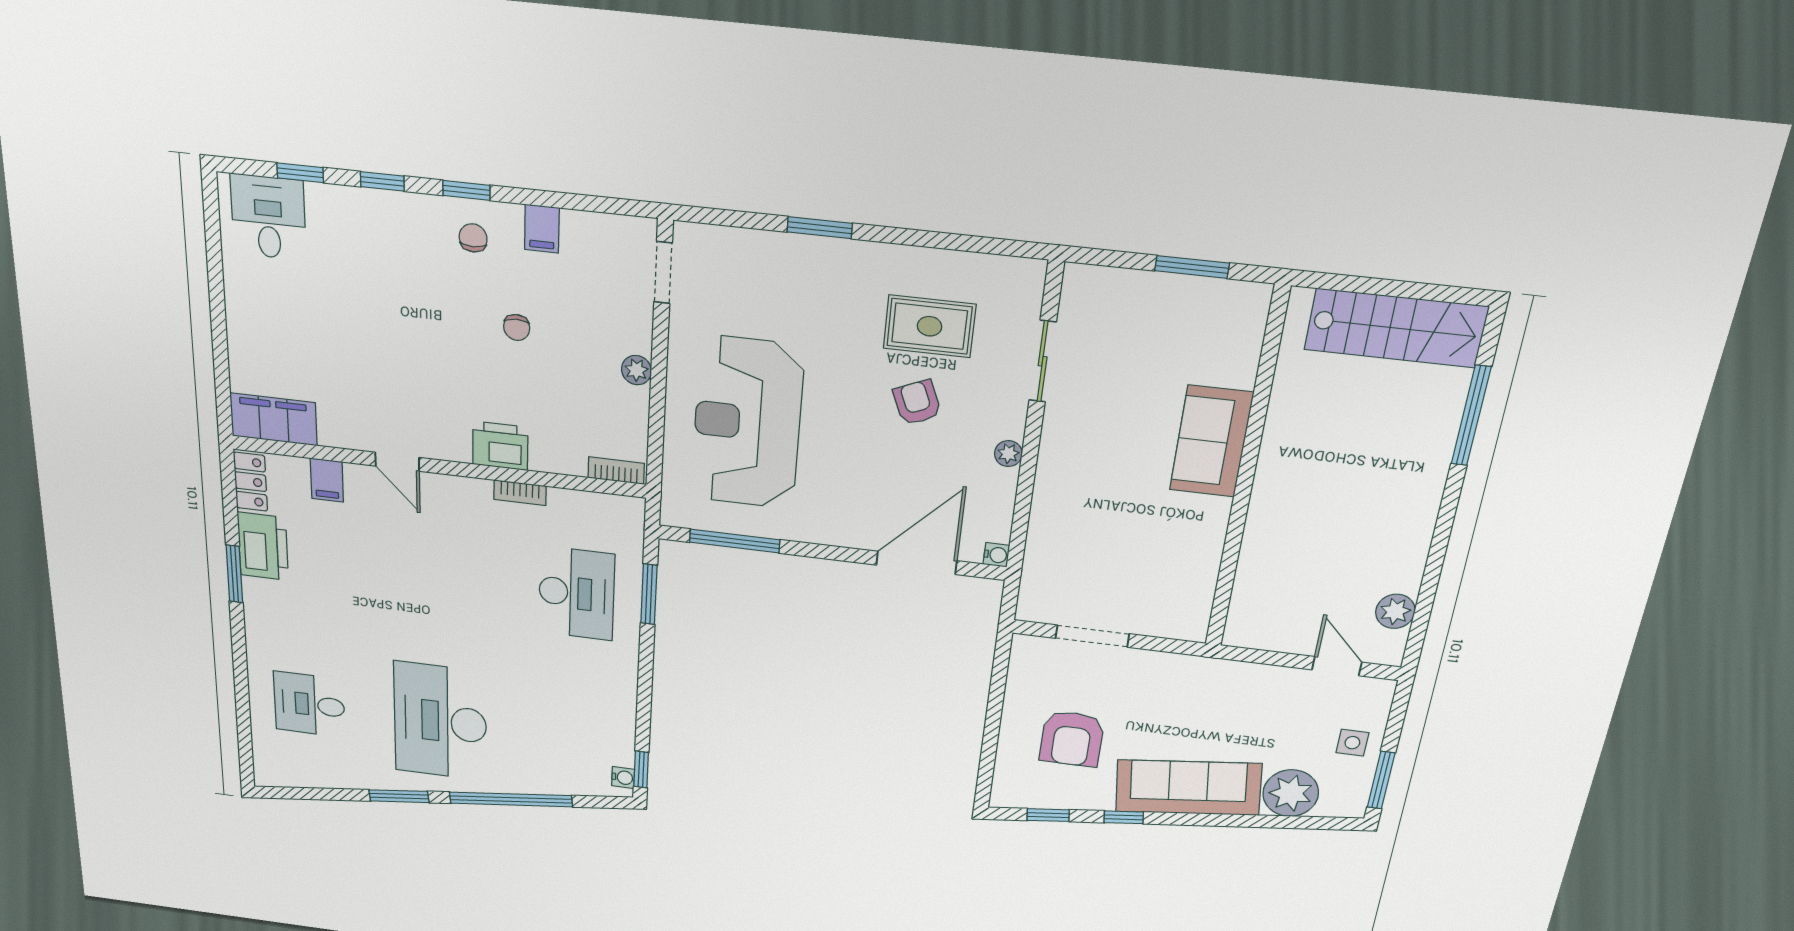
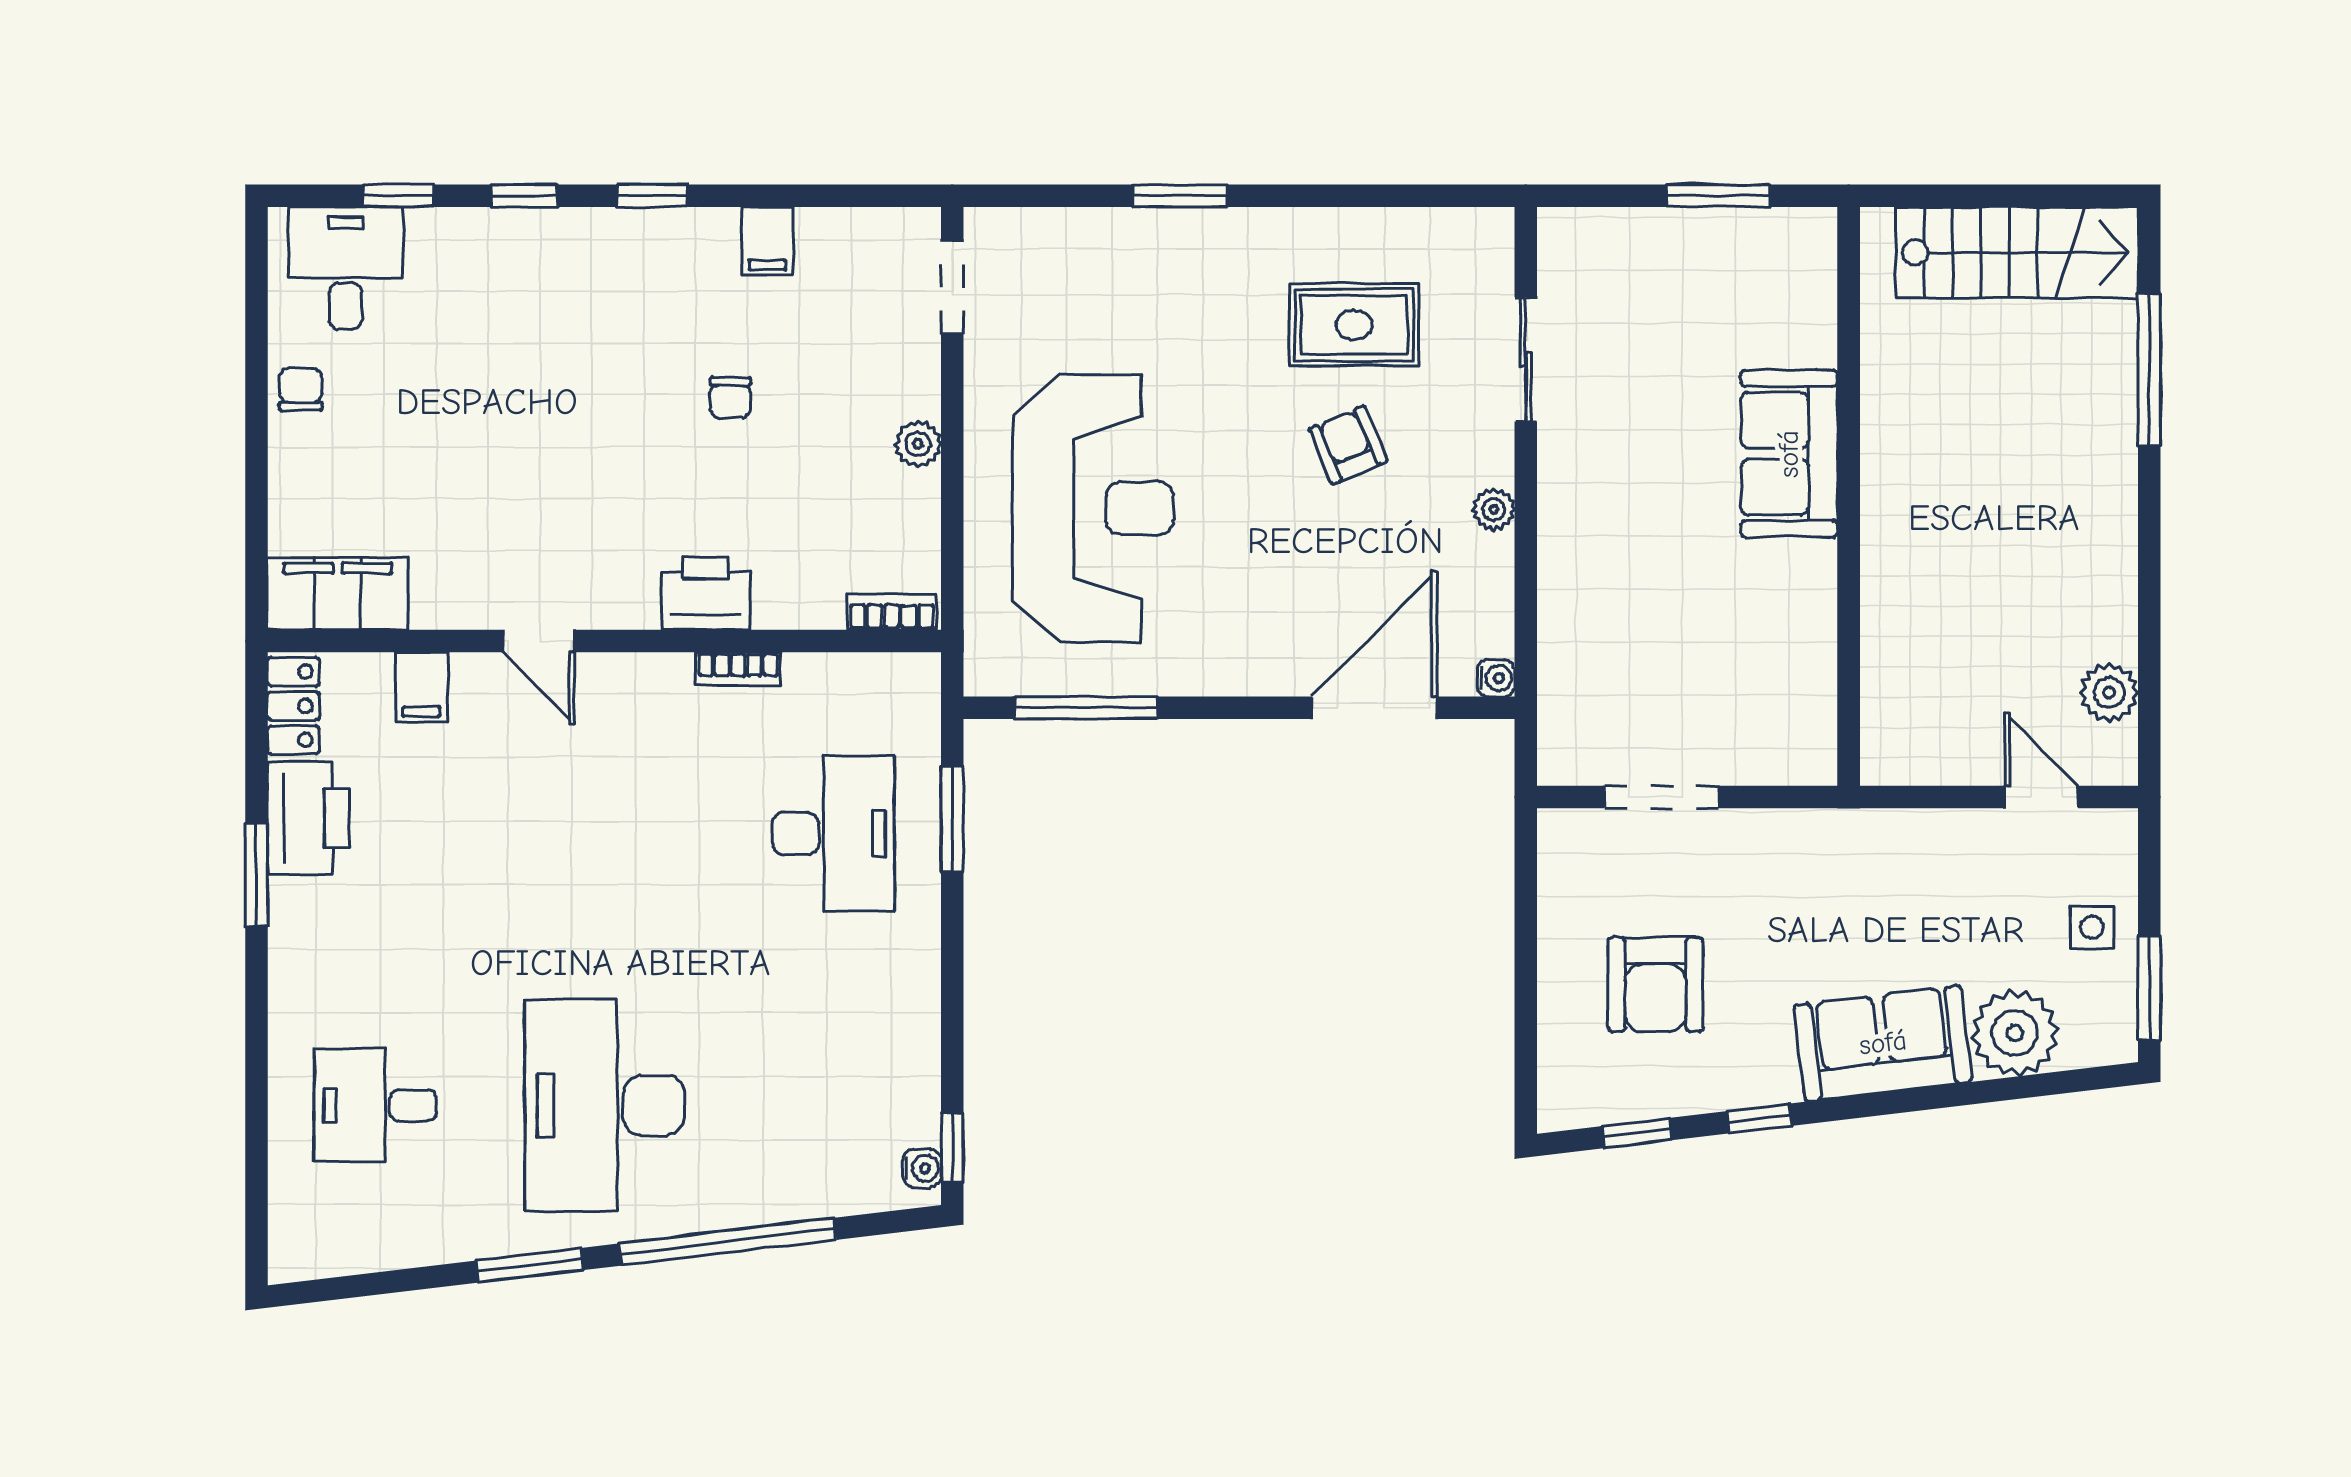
chair: (473, 238) -> (301, 389), moved
reception desk: (747, 423) -> (1093, 508), turned 180
sofa: (1188, 788) -> (1883, 1043), width x0.73

